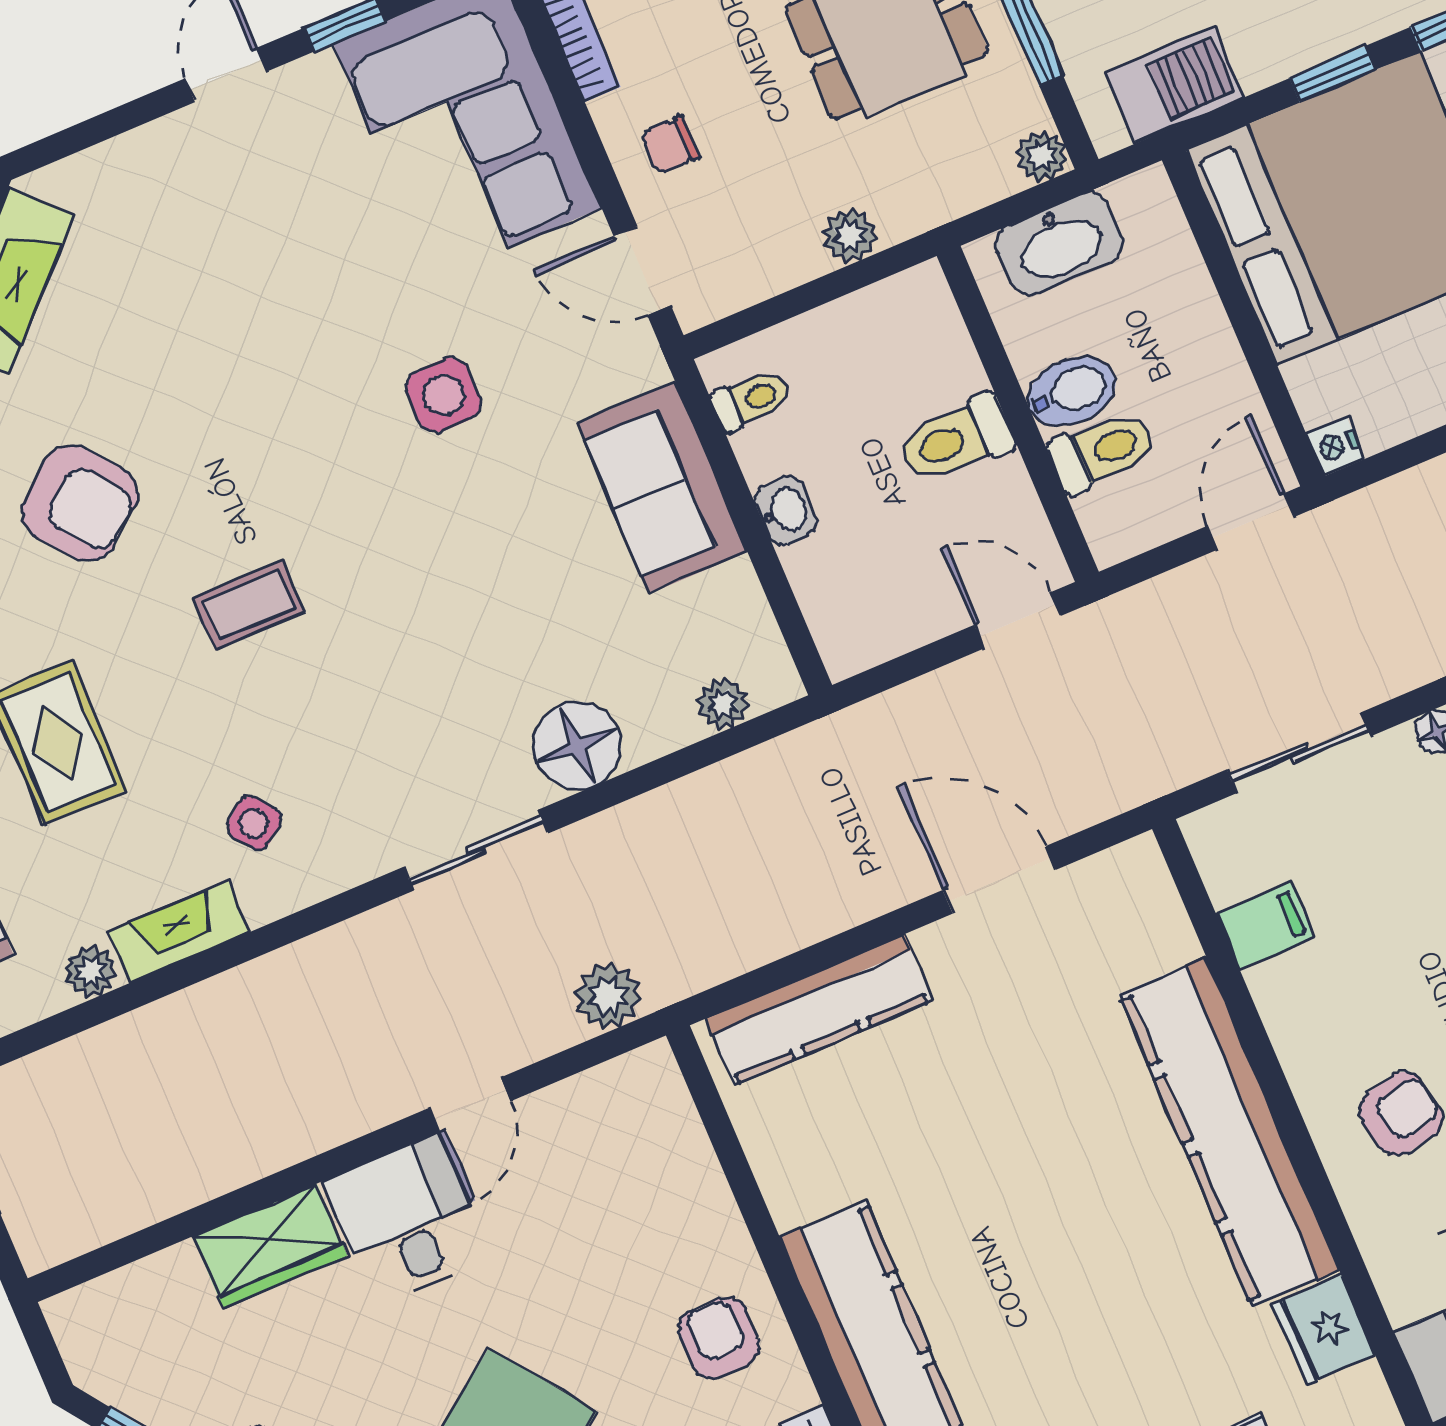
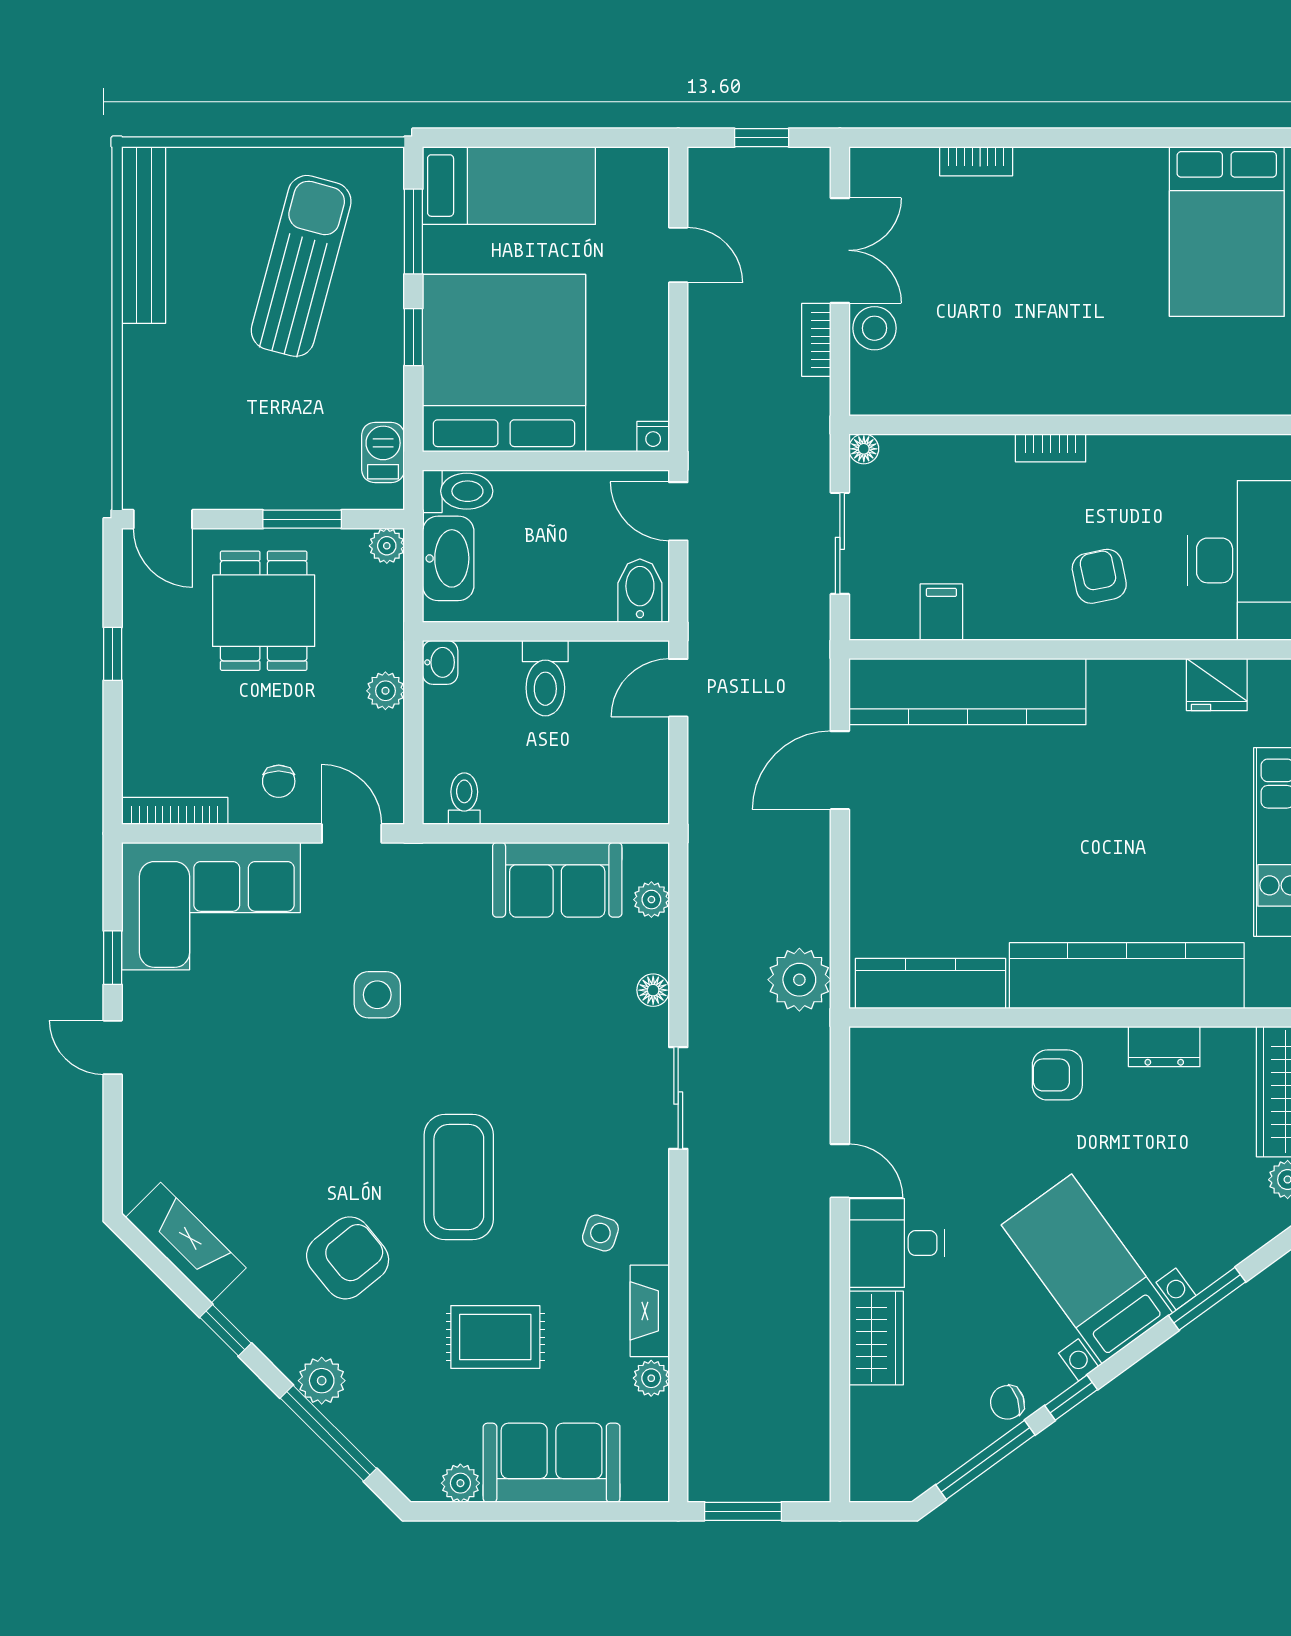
barbecue: (1175, 85) -> (383, 453), width x0.73, depth x0.79
door: (642, 271) -> (352, 833), swing flipped
bidet: (1072, 391) -> (640, 591), moved
toilet: (1103, 451) -> (458, 491), moved, turned 90
sofa: (662, 488) -> (557, 880), moved
washbasin: (786, 510) -> (440, 662), moved, turned 90
coffee table: (249, 605) -> (459, 1177), width x1.86, depth x1.72
floor lamp: (577, 746) -> (653, 990), width x0.53, depth x0.53
side table: (254, 823) -> (600, 1233), turned -34
plant: (608, 996) -> (799, 980), moved, width x1.36, depth x1.36
kitchen counter: (819, 1010) -> (931, 983), moved, turned -90
kitchen counter: (1229, 1132) -> (967, 692), moved

